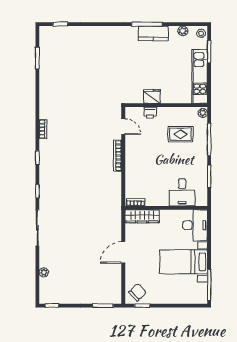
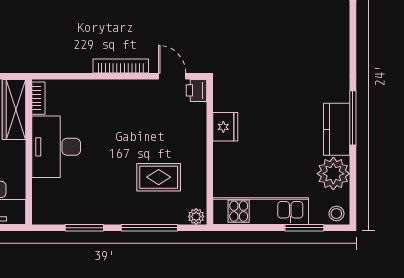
plant: (183, 31) -> (333, 174), width x1.87, depth x1.87
printer: (150, 113) -> (197, 90), moved
door: (123, 127) -> (172, 76), swing flipped
rug: (181, 134) -> (159, 177), turned 90
desk: (182, 192) -> (56, 147), moved, width x1.37

